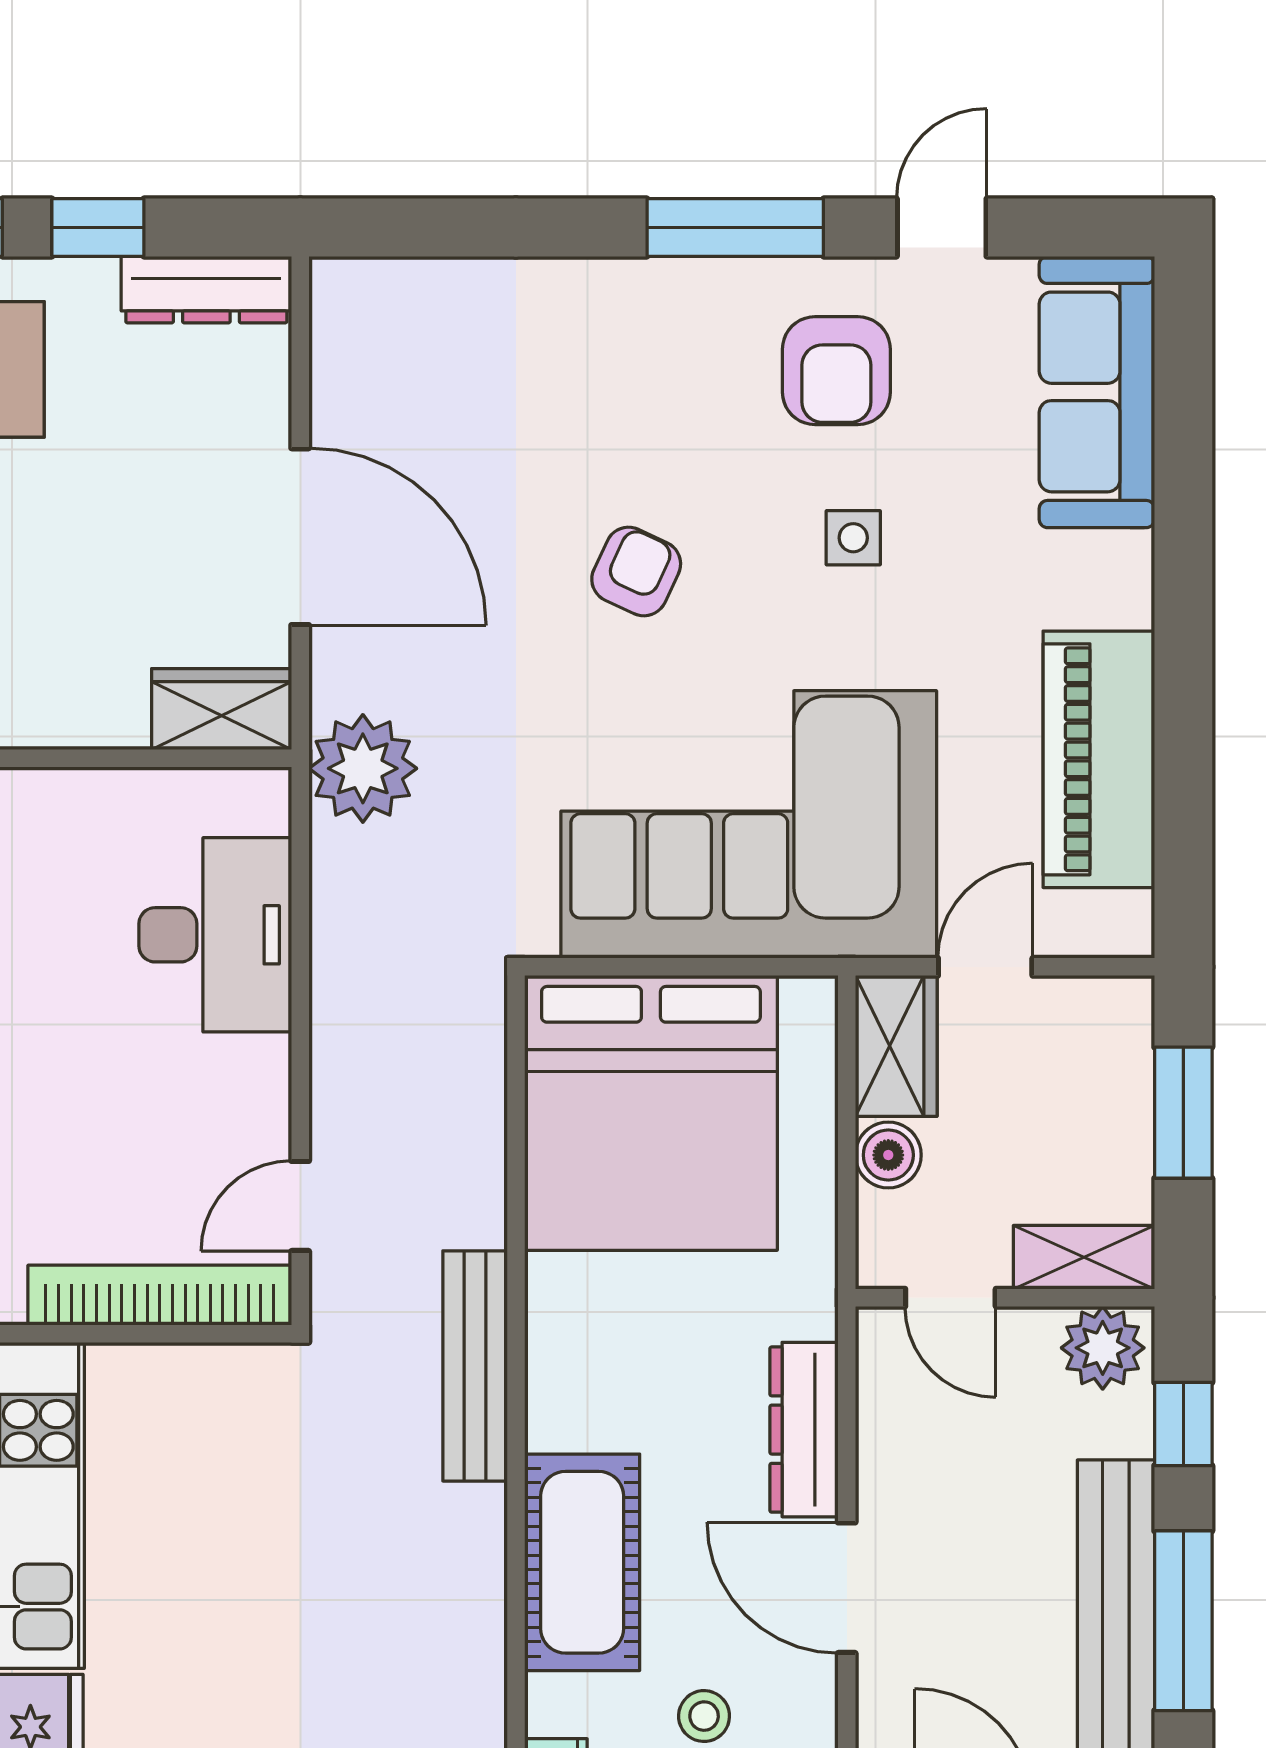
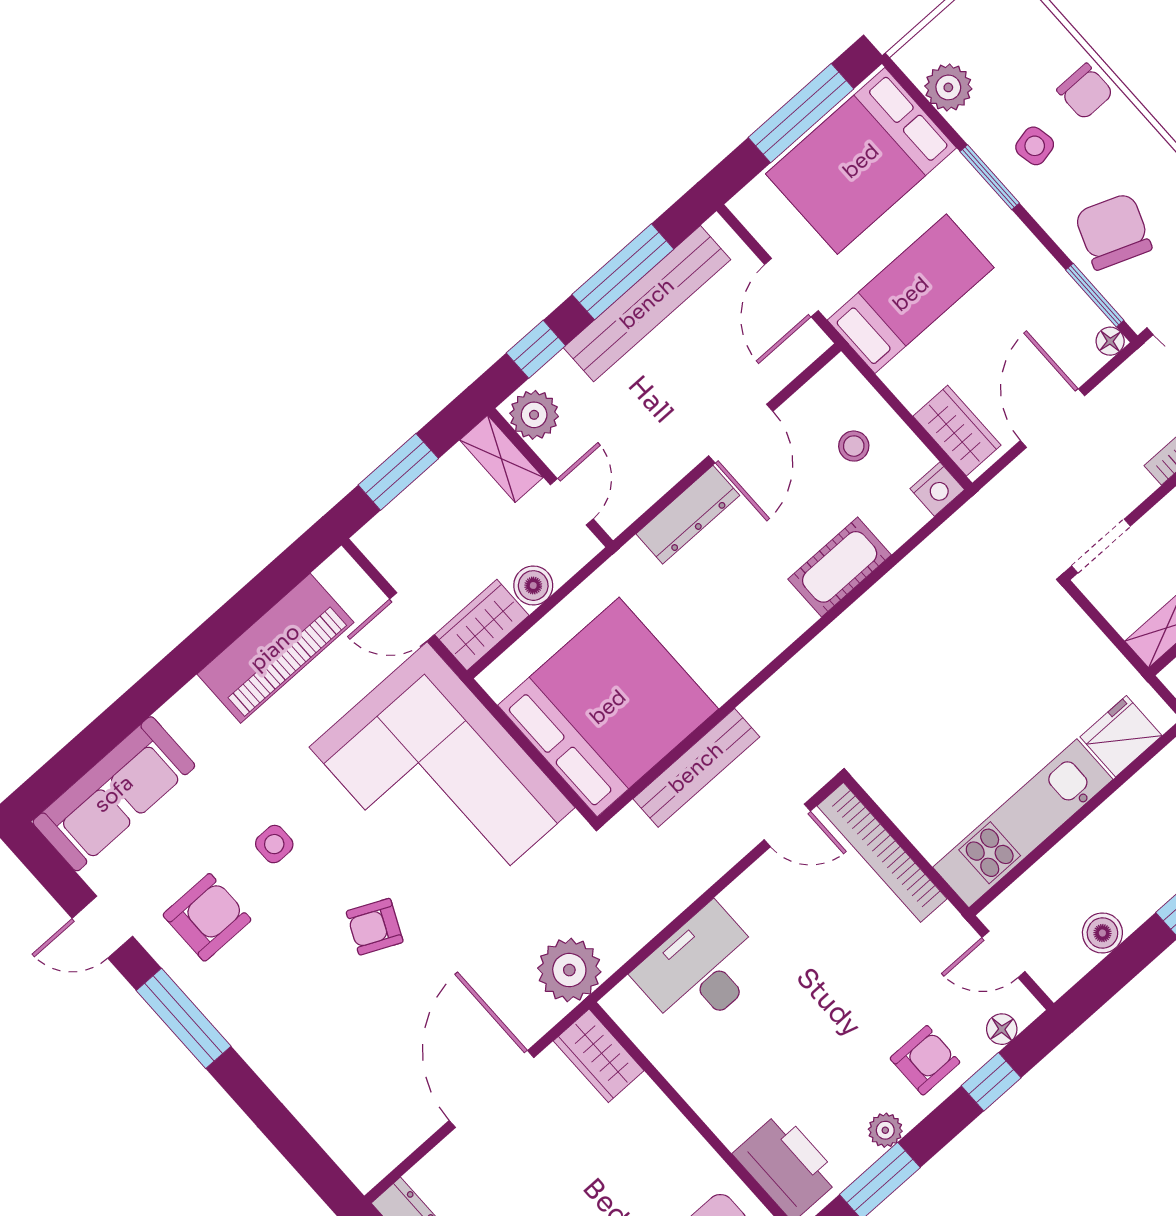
bench: (475, 1366) -> (696, 768), moved
cot: (582, 1562) -> (840, 567), width x0.73, depth x0.75

